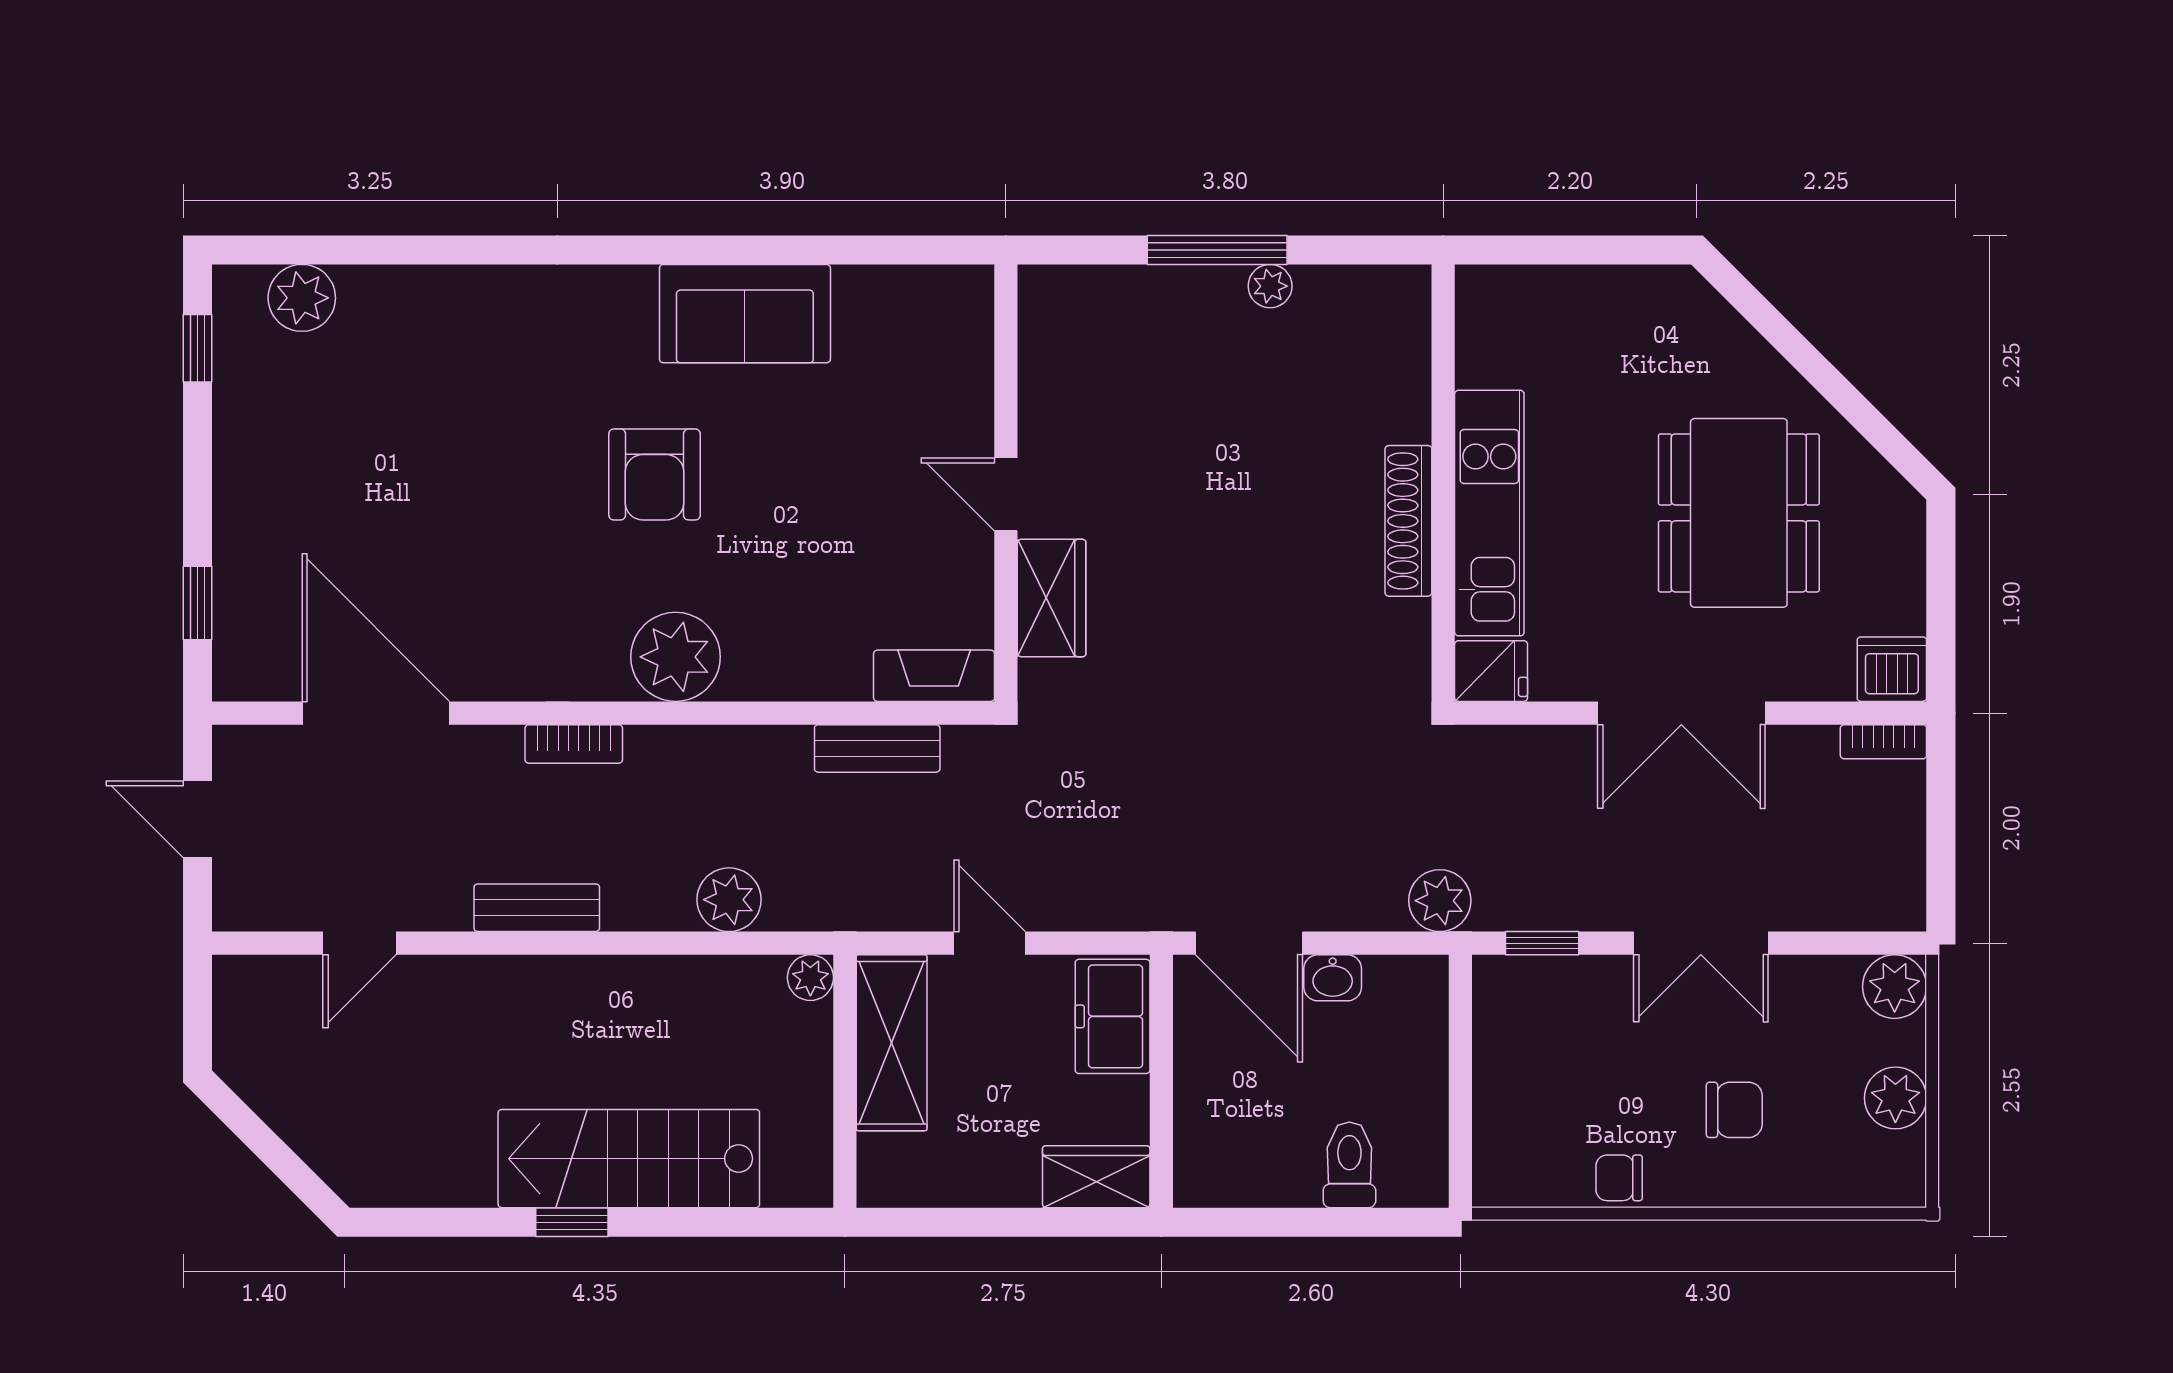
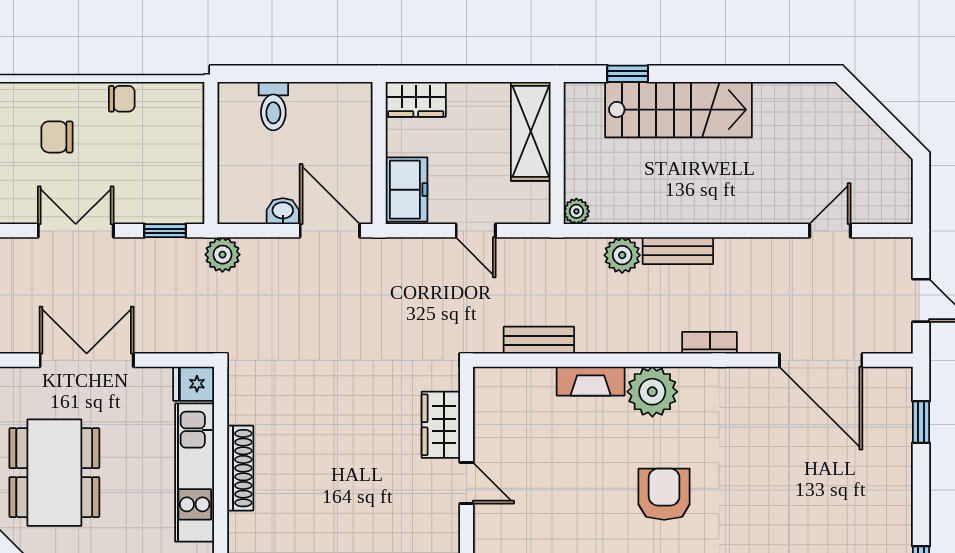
fireplace: (934, 676) -> (591, 381), moved
bench: (537, 908) -> (678, 251), moved
shelving: (892, 1043) -> (531, 131), moved
window: (572, 1222) -> (628, 74), moved

